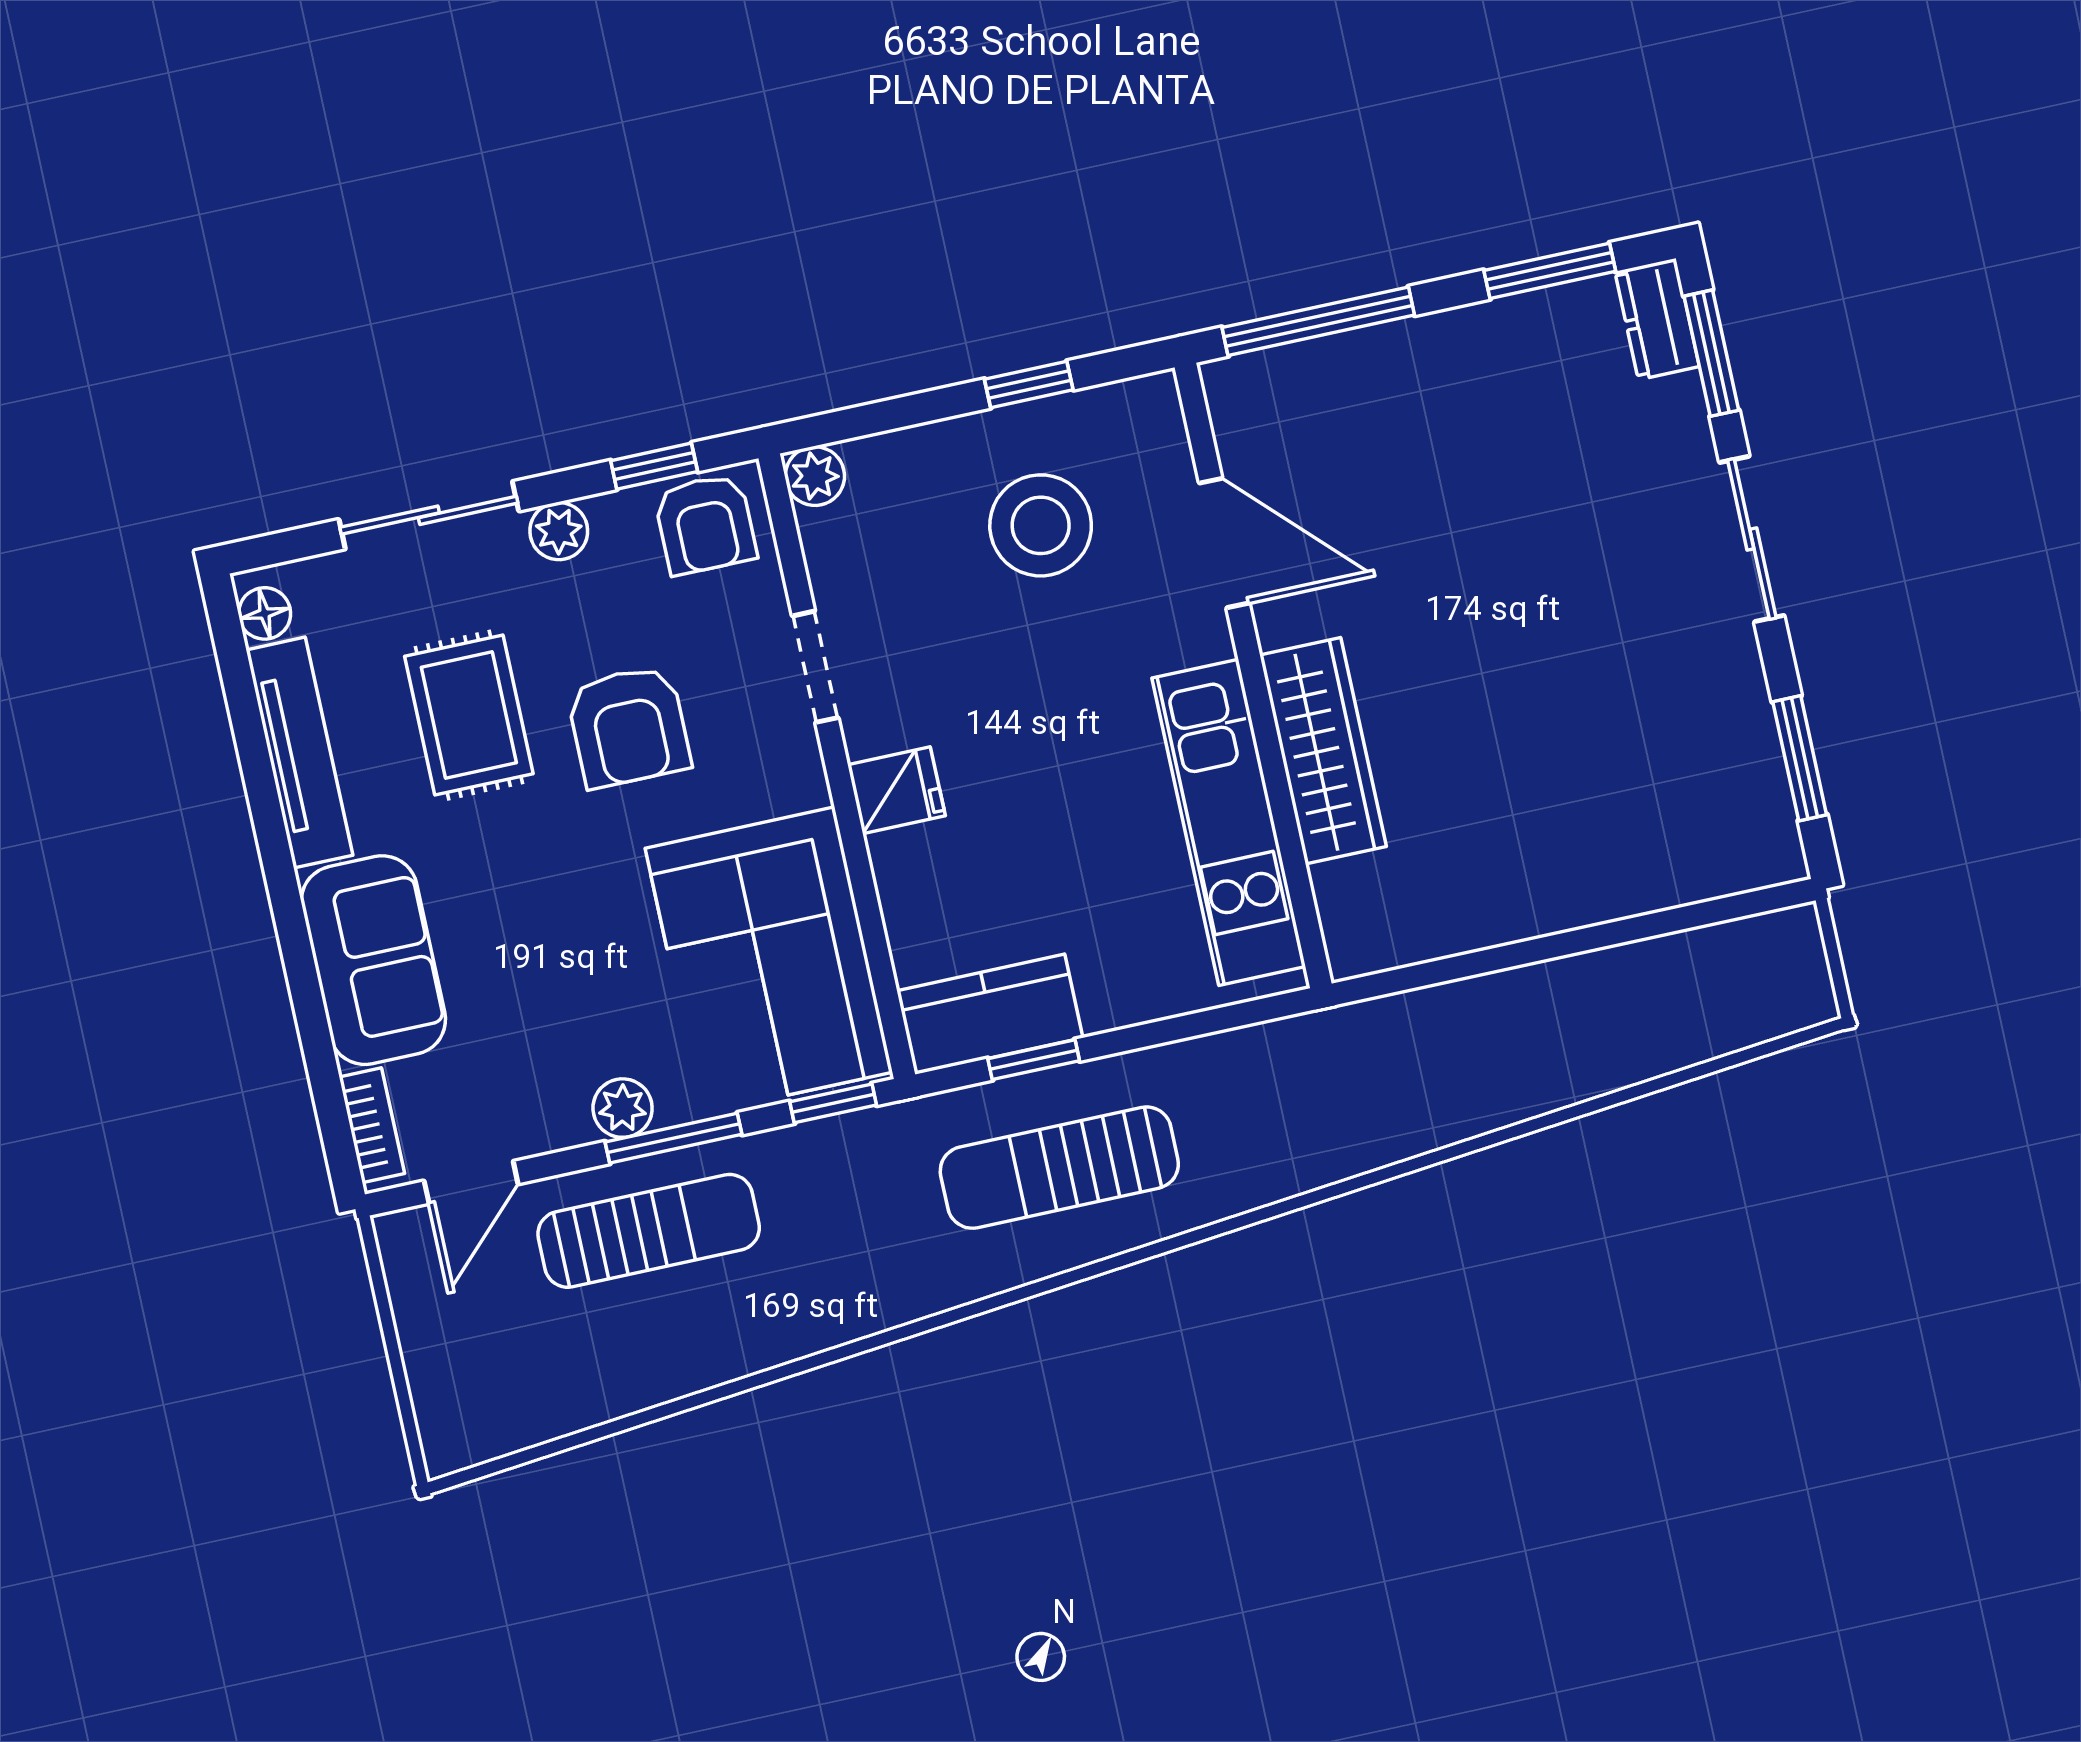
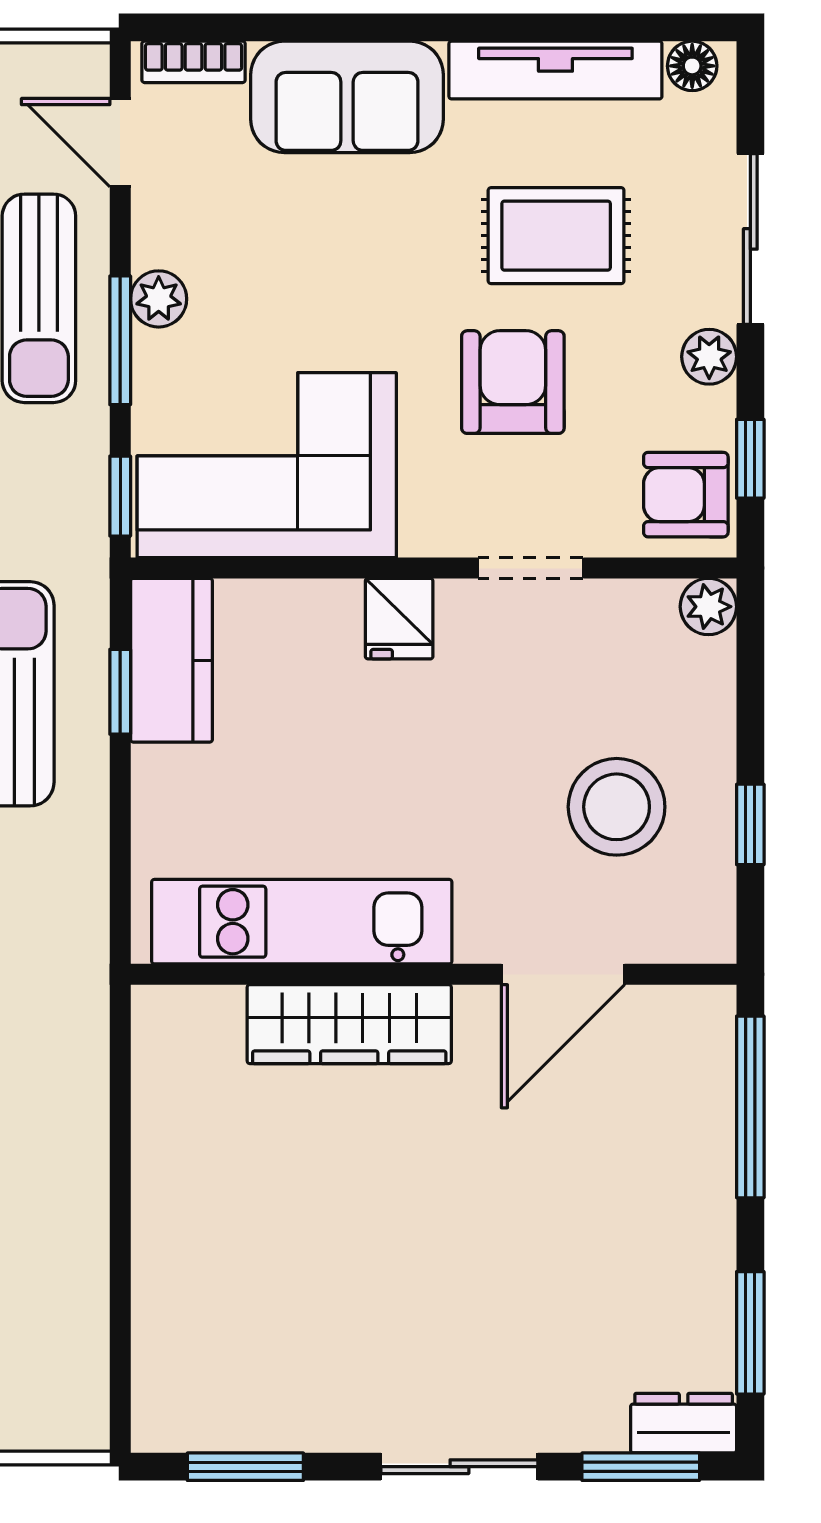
armchair: (629, 727) -> (513, 382), turned 90

